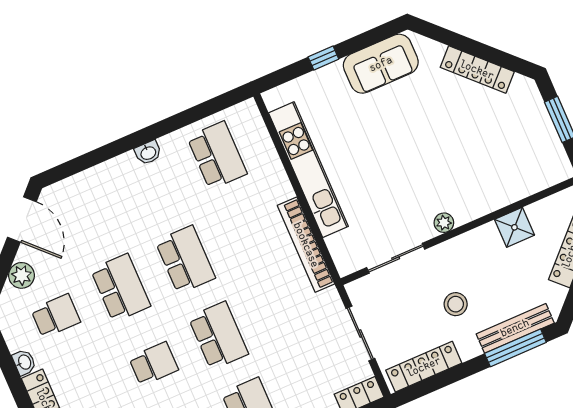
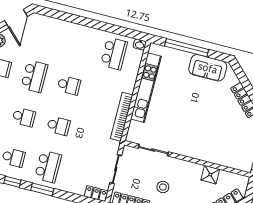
window: (323, 58) -> (187, 48), width x3.17
washbasin: (148, 153) -> (140, 44), moved
plant: (444, 223) -> (184, 151), removed
school desk: (185, 260) -> (69, 85), width x0.54
school desk: (218, 336) -> (58, 126), width x0.54

